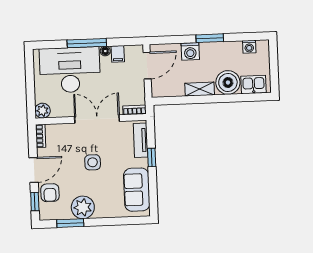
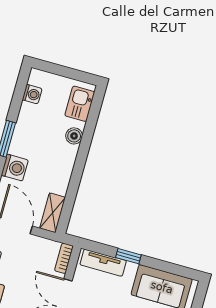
boiler: (228, 82) -> (74, 136), width x0.54, depth x0.54
shelving: (200, 89) -> (52, 213), moved

